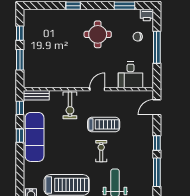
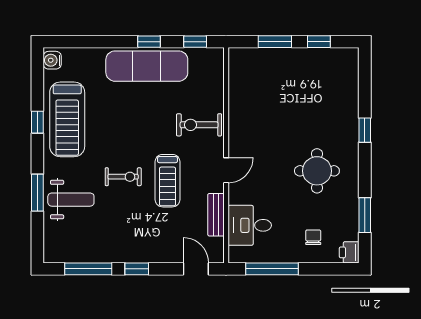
window: (157, 47) -> (272, 269), moved
door: (97, 89) -> (226, 170), hinge flipped
bench: (36, 95) -> (216, 215), moved

